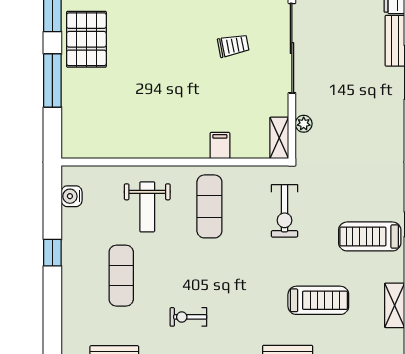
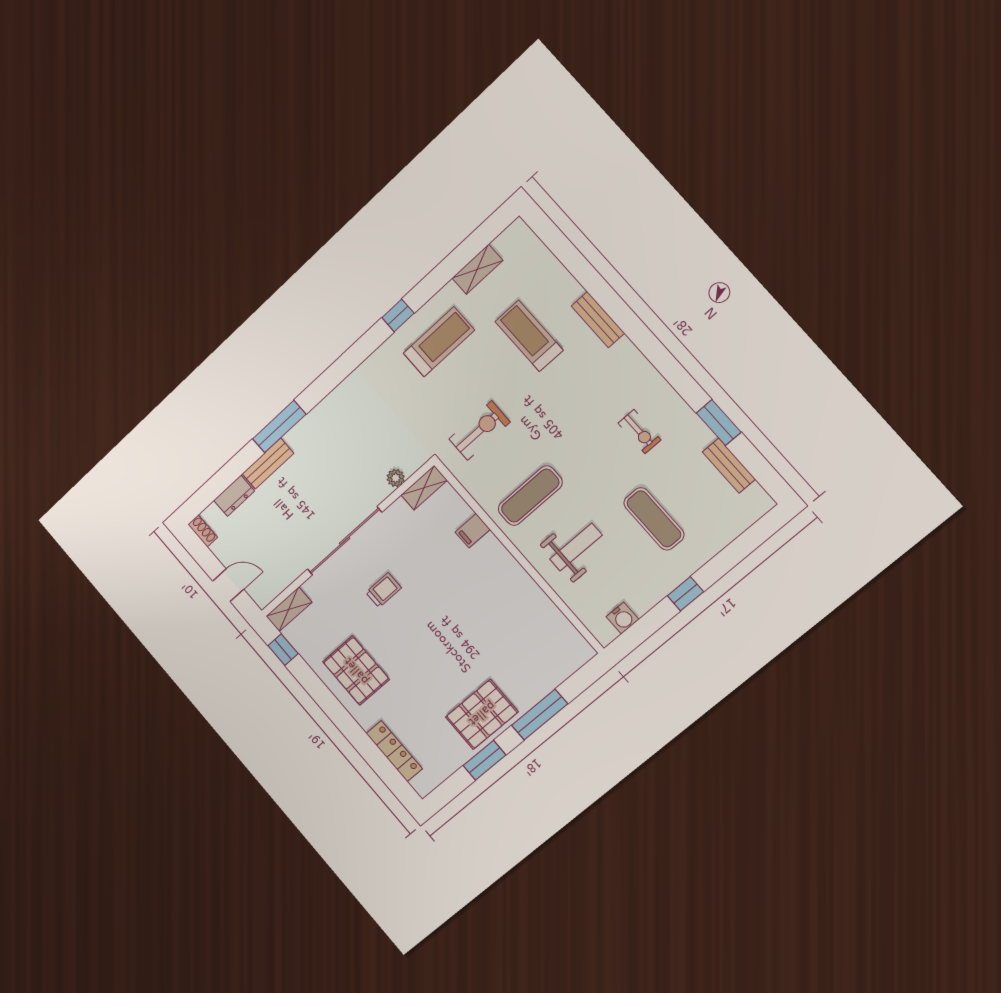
trolley: (233, 46) -> (383, 590), turned 101
treadmill: (370, 236) -> (439, 342), turned -90
exercise mat: (121, 276) -> (654, 519), turned 90

